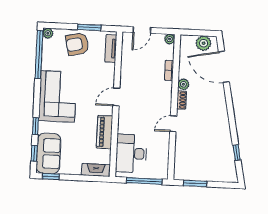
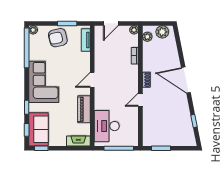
door: (224, 67) -> (186, 80), moved
plant: (183, 84) -> (147, 37), moved

